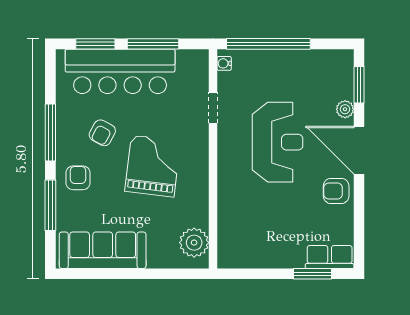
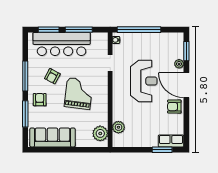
plant: (229, 231) -> (118, 127), added

